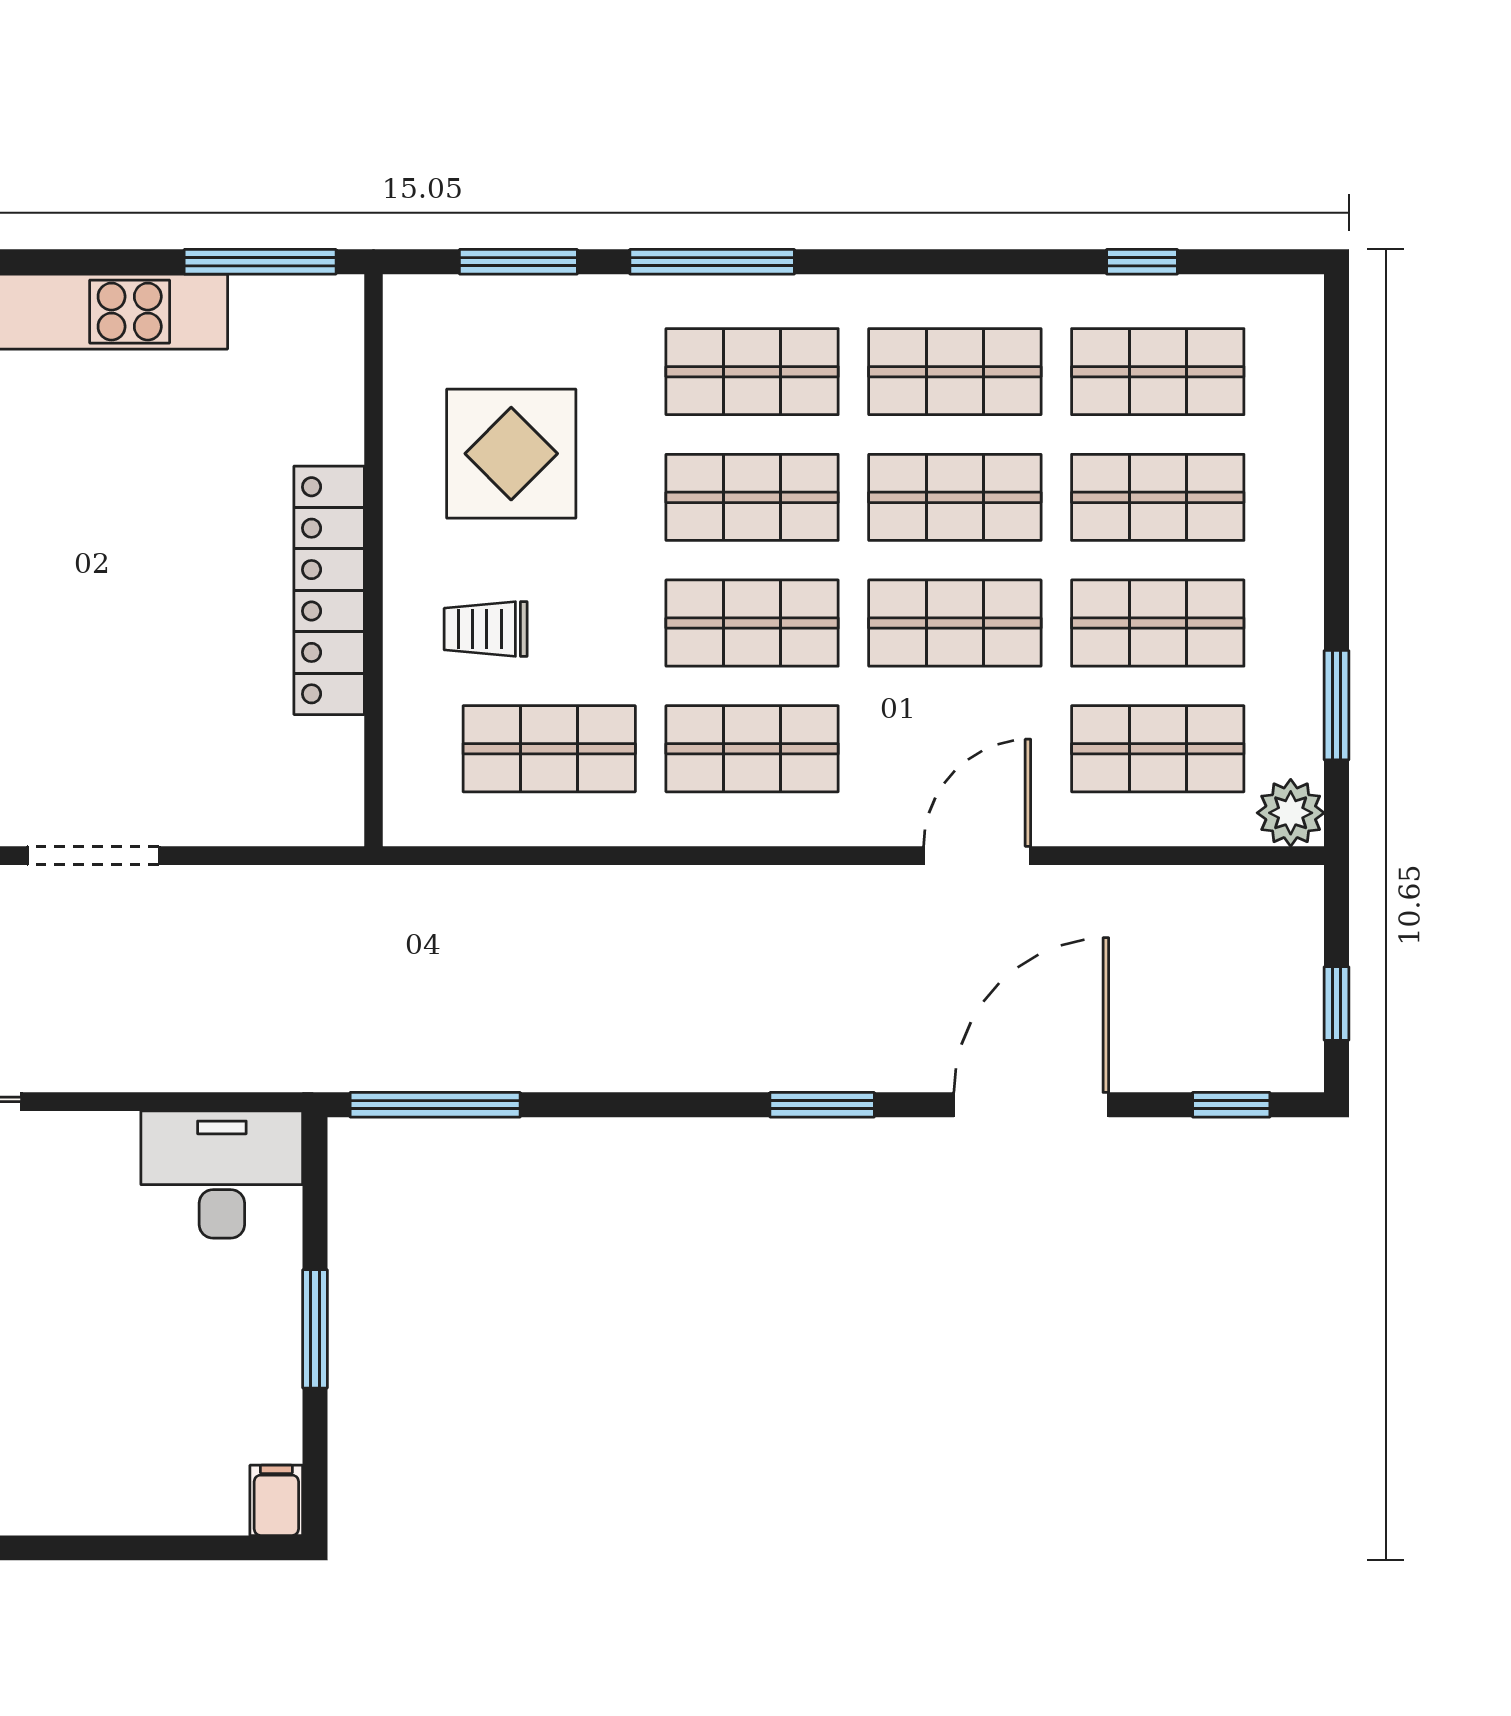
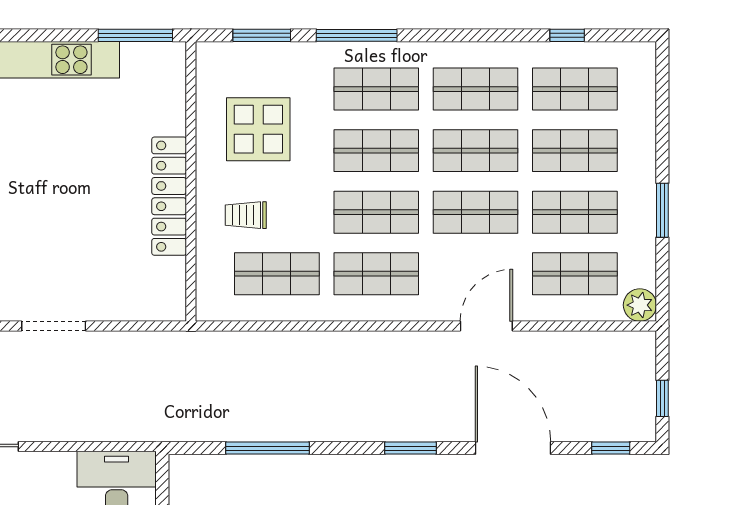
window: (1337, 705) -> (662, 210), moved
window: (435, 1105) -> (267, 448), moved
door: (1031, 1105) -> (513, 448), hinge flipped

